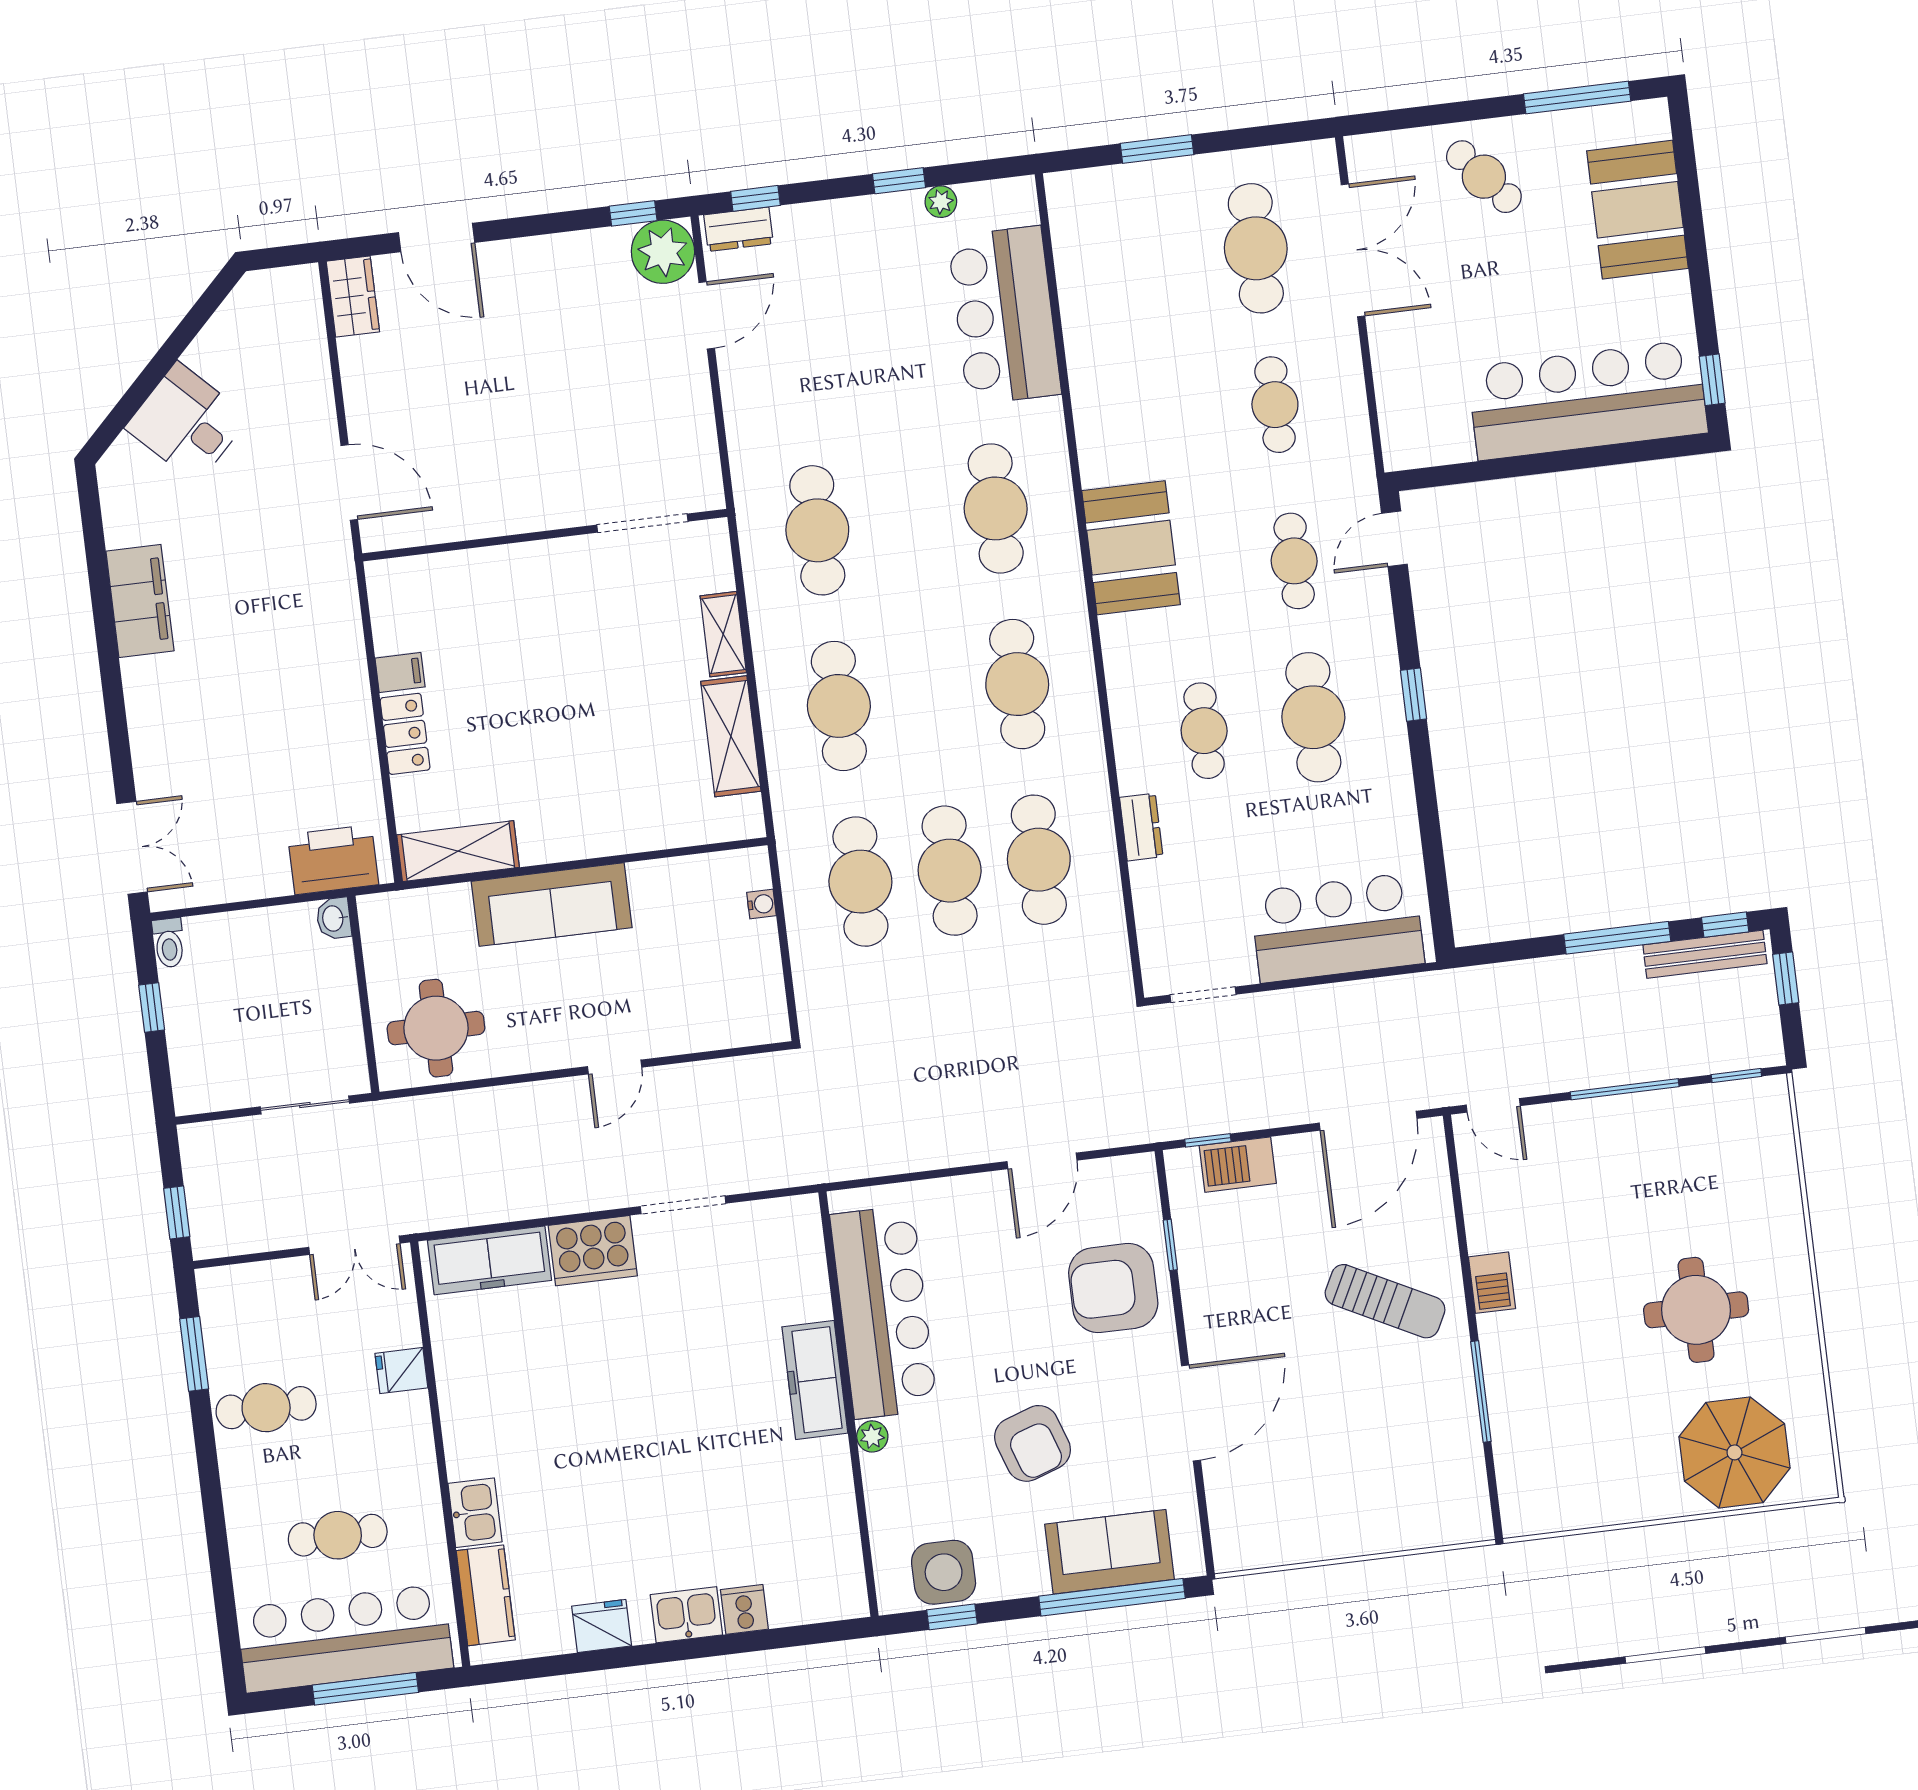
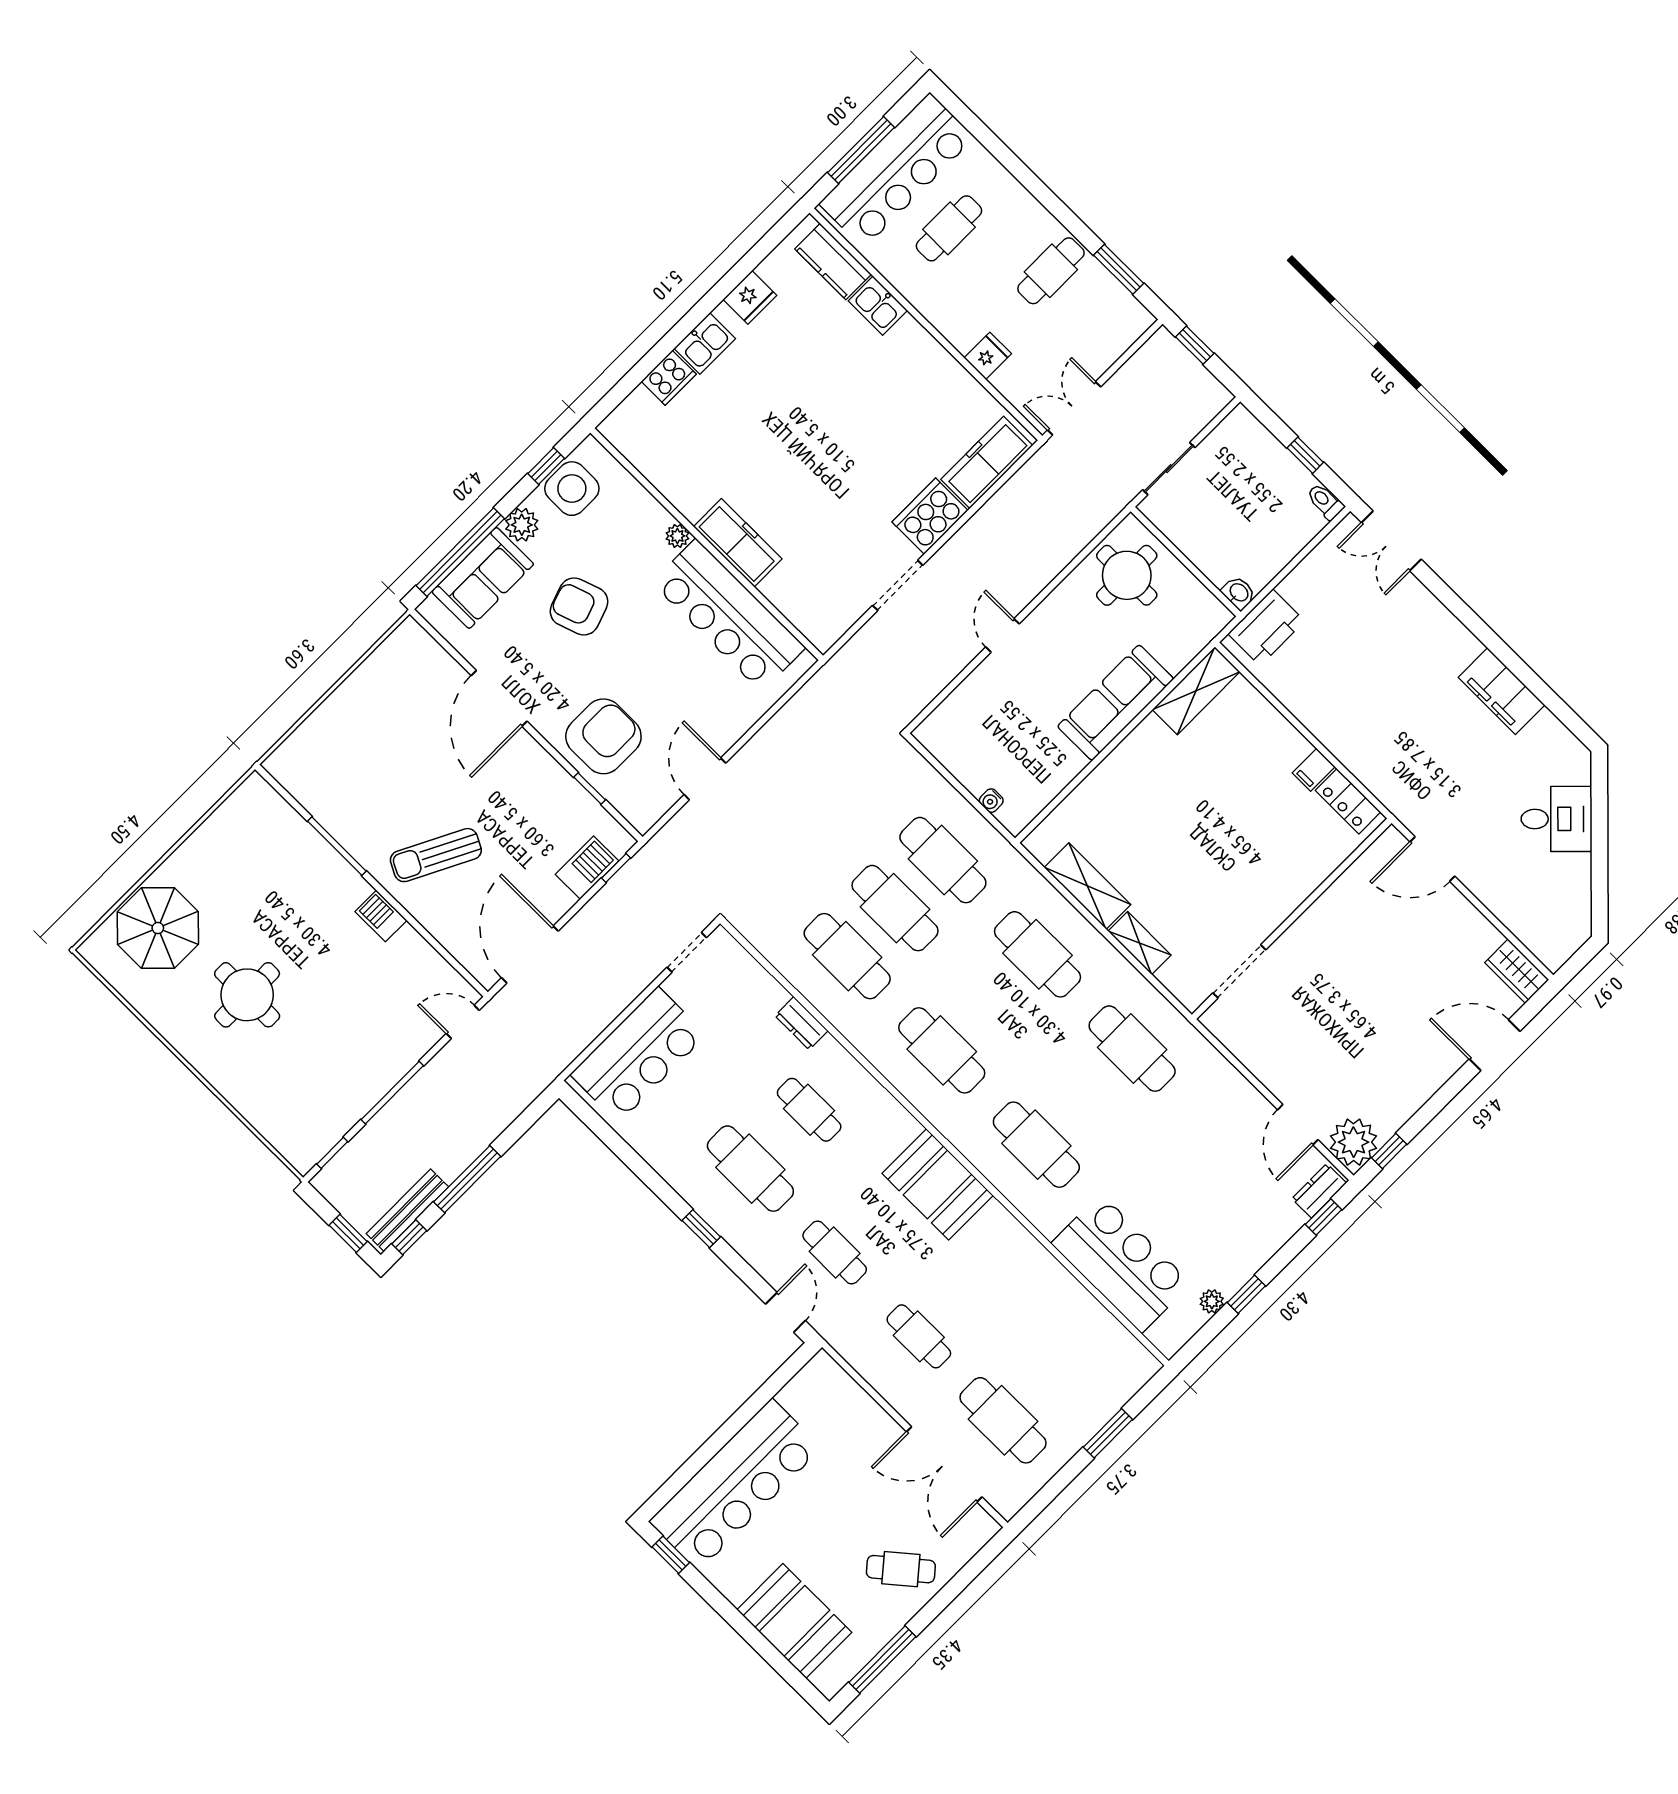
locker: (405, 734) -> (1348, 801), moved
plant: (1025, 1575) -> (522, 525), added
cooker: (744, 1609) -> (669, 378), width x1.36

